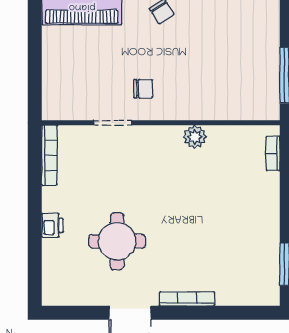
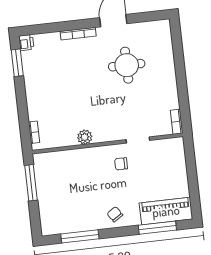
bookcase: (49, 155) -> (177, 122), width x0.64
printer: (52, 225) -> (26, 43), moved, turned 180

